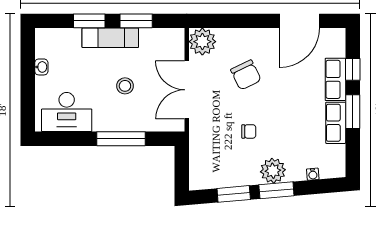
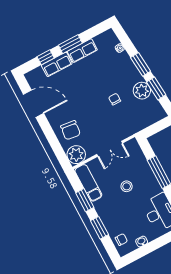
exam couch: (110, 38) -> (88, 183), moved
chair: (58, 41) -> (121, 240), added
chair: (246, 75) -> (71, 130), moved, turned 123
double door: (187, 90) -> (110, 149), width x0.73
plant: (273, 171) -> (142, 91), moved

